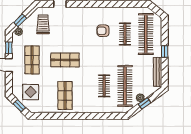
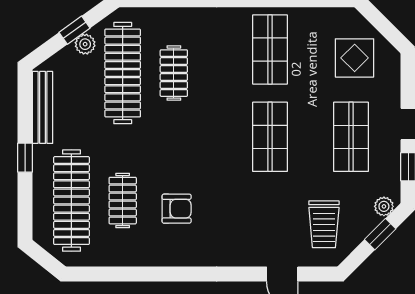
shop shelf: (65, 60) -> (270, 137), turned 90
window: (19, 106) -> (382, 24), removed

